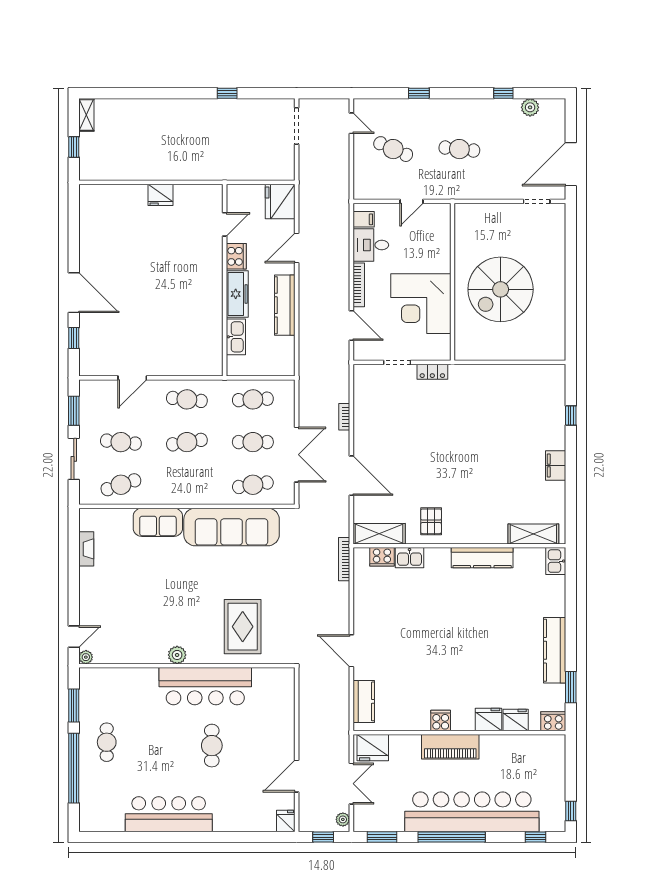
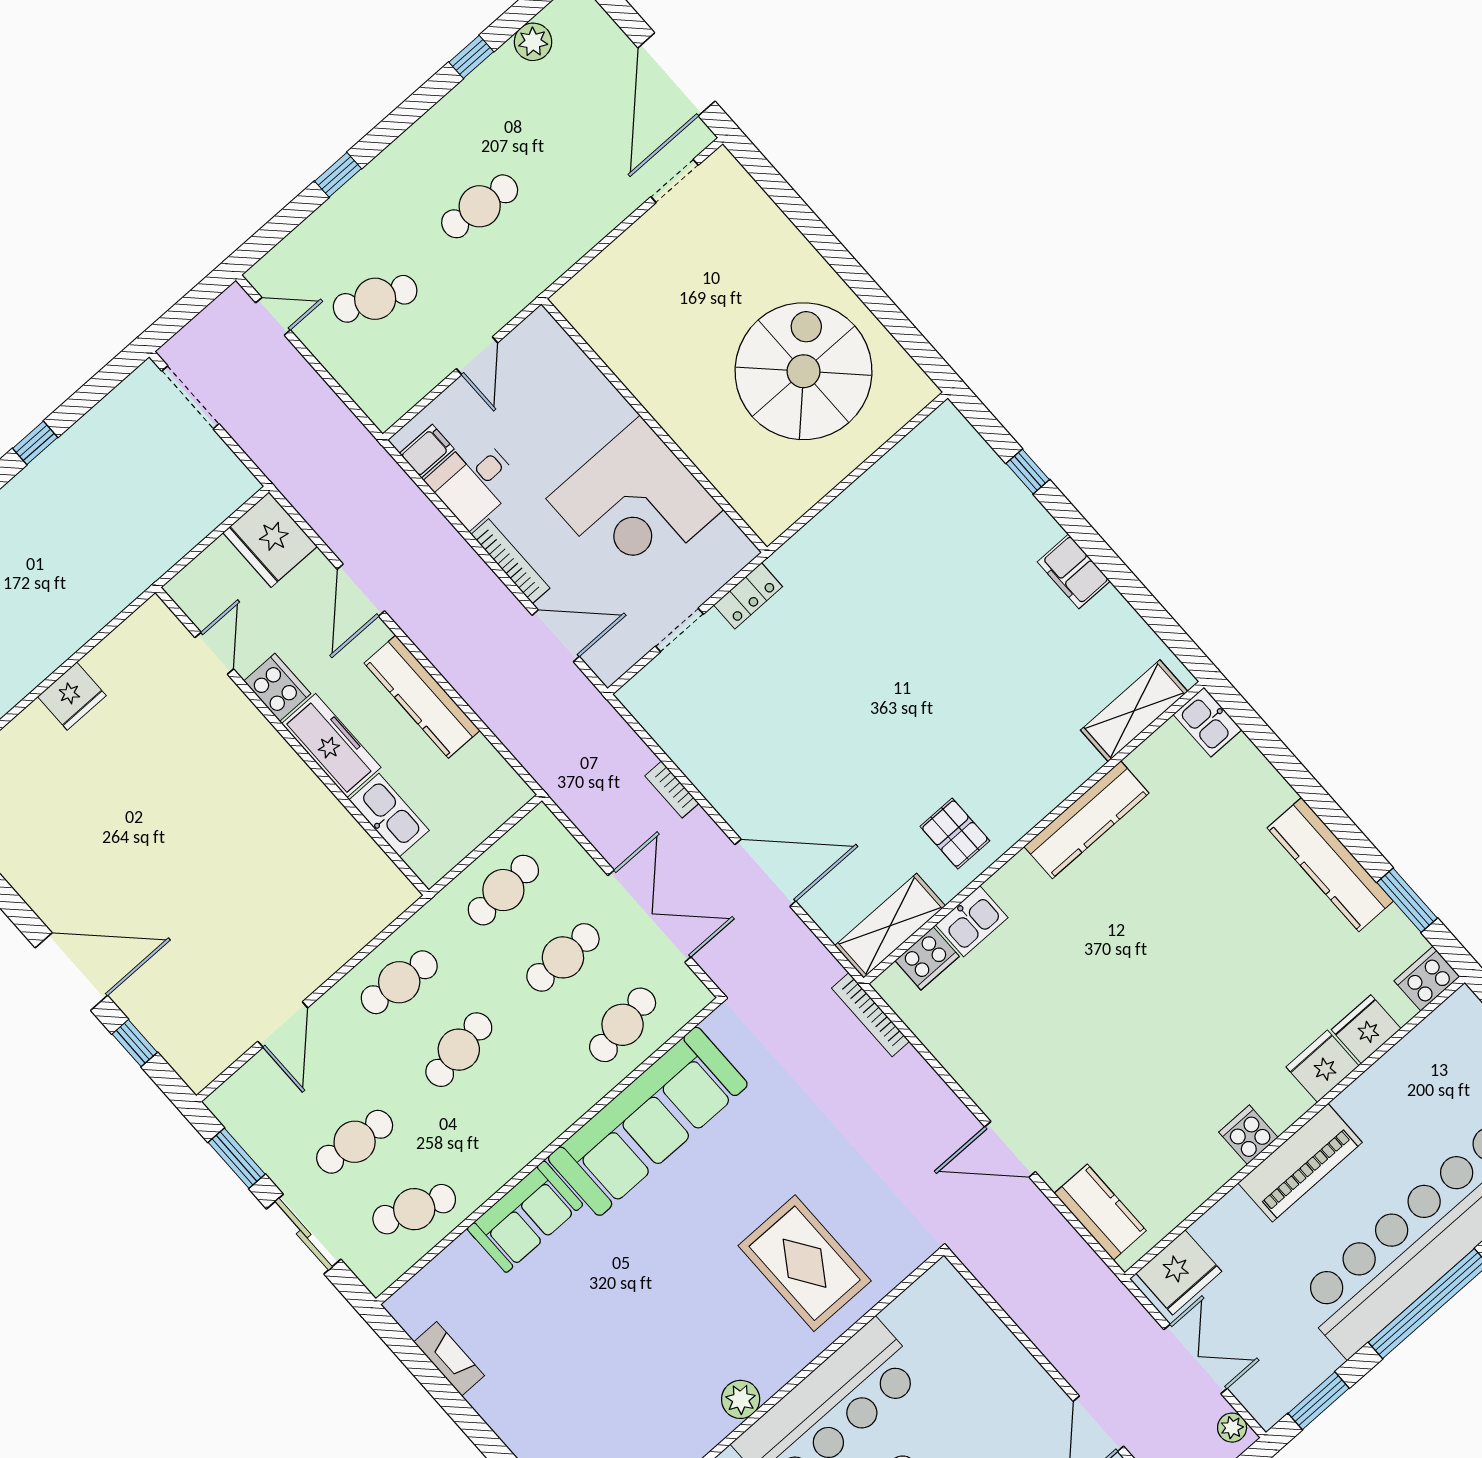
spiral stairs: (501, 289) -> (804, 371), moved, turned 180
cafe table: (121, 485) -> (414, 1209), turned 39

